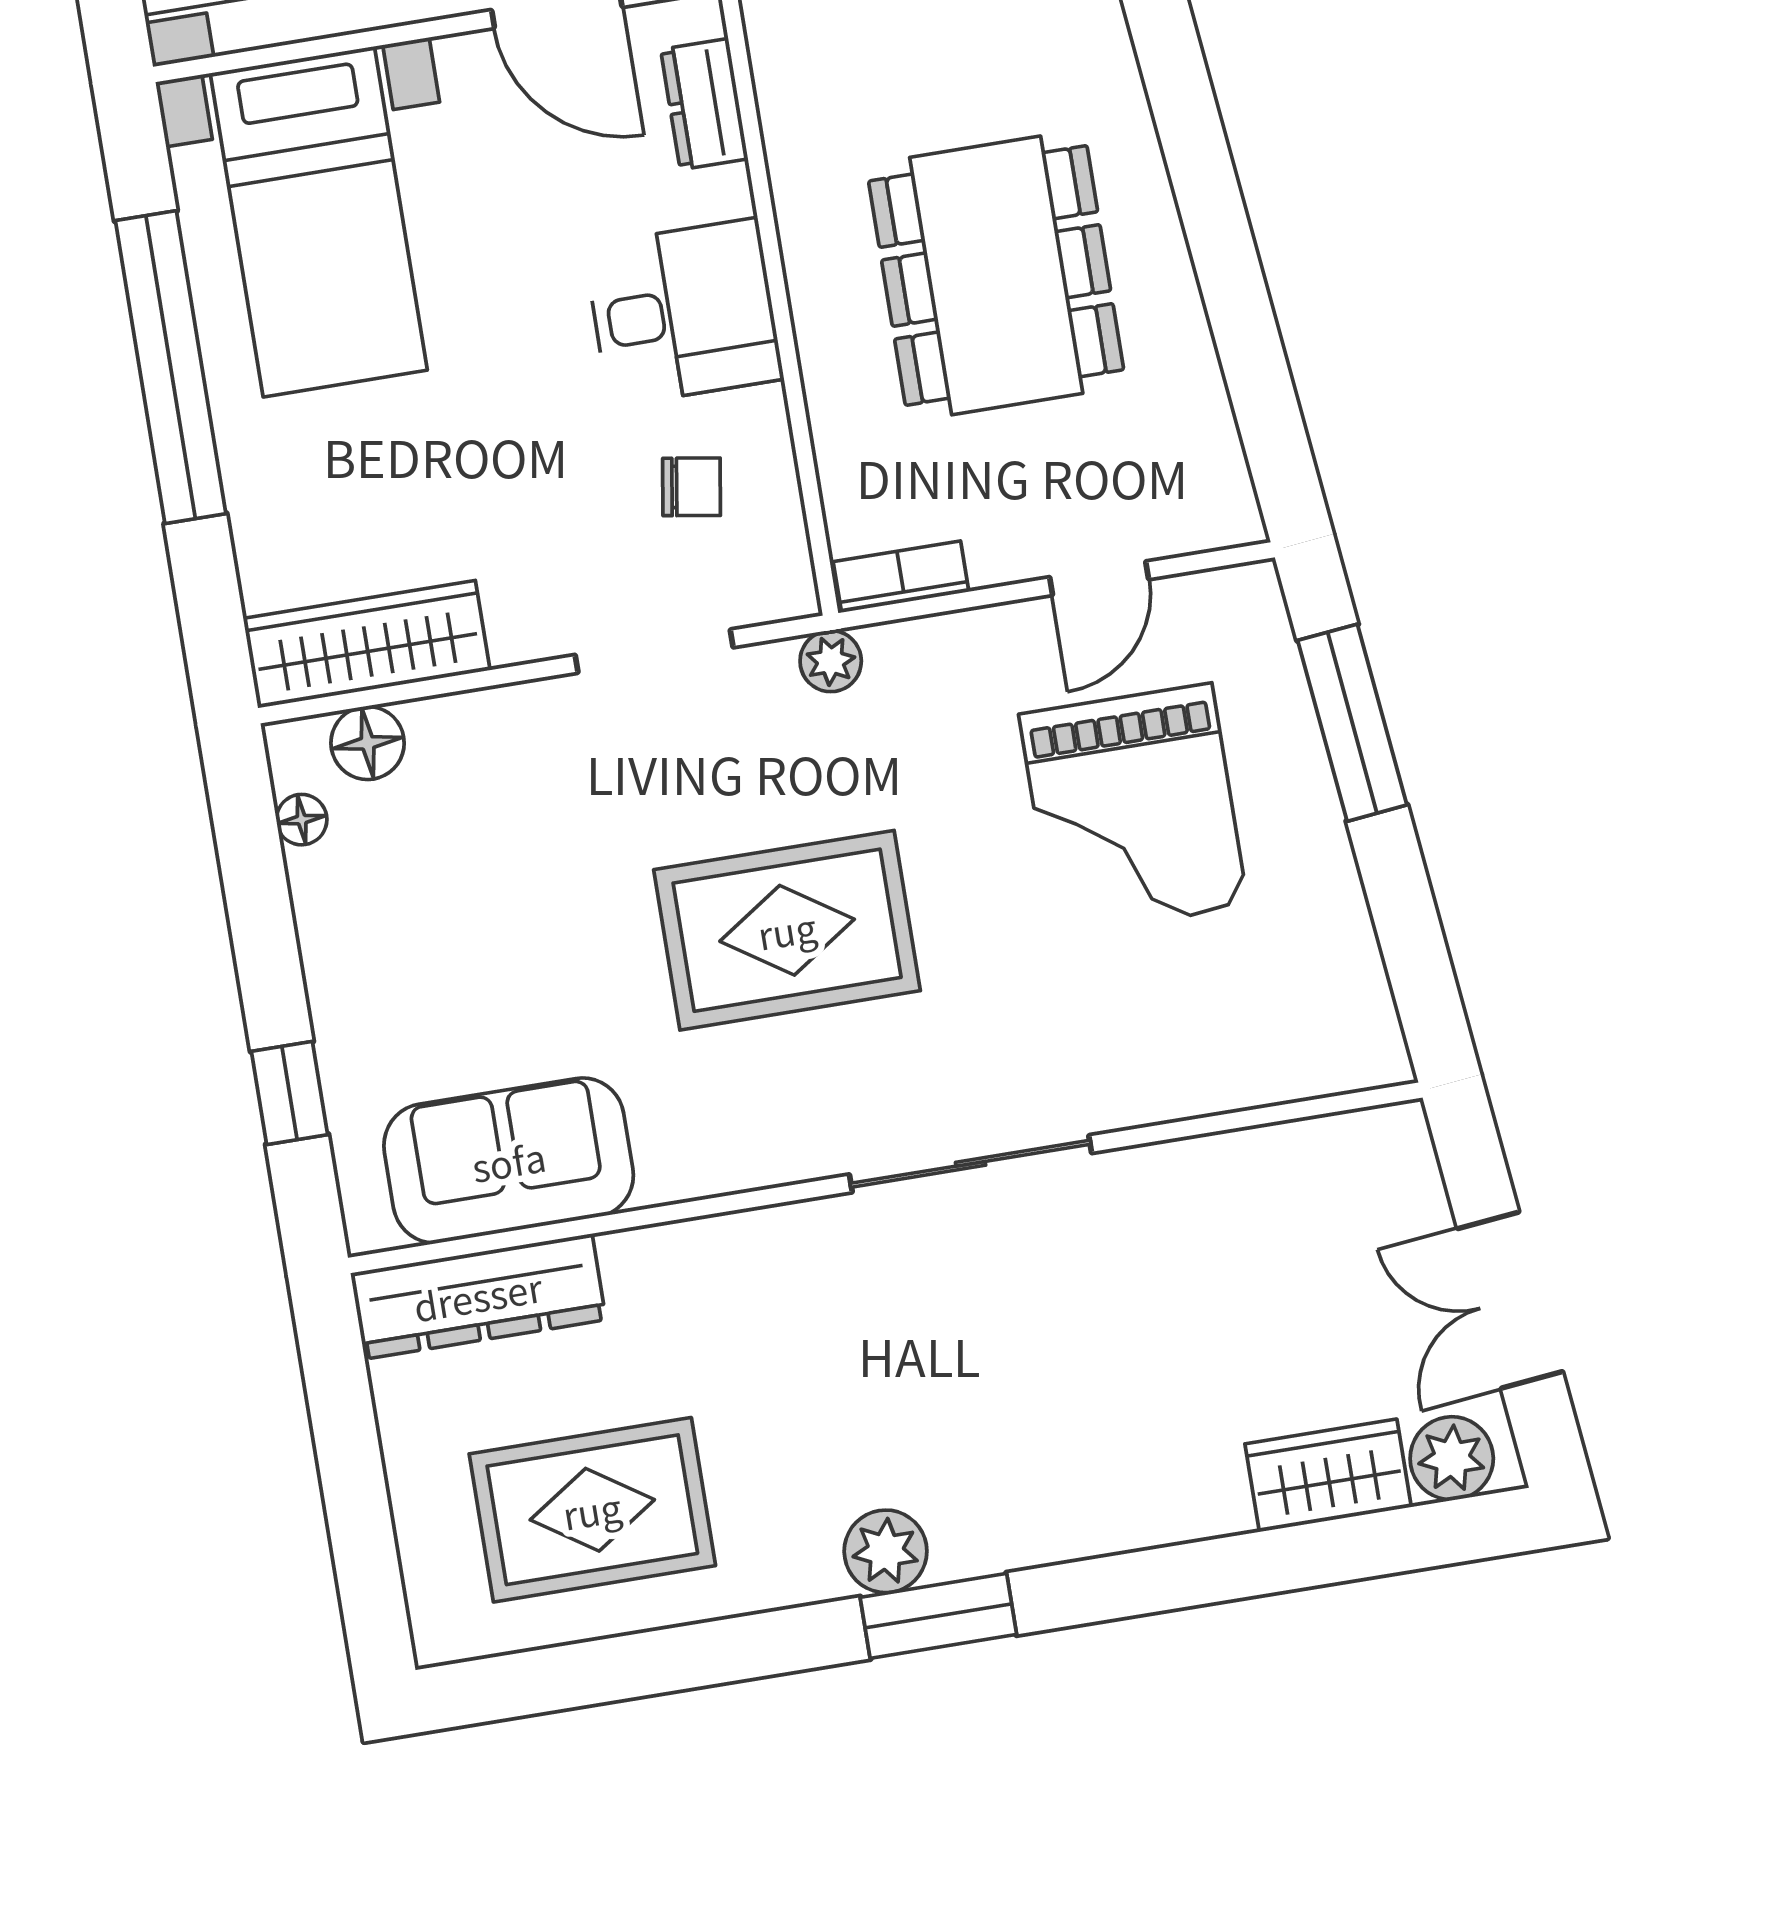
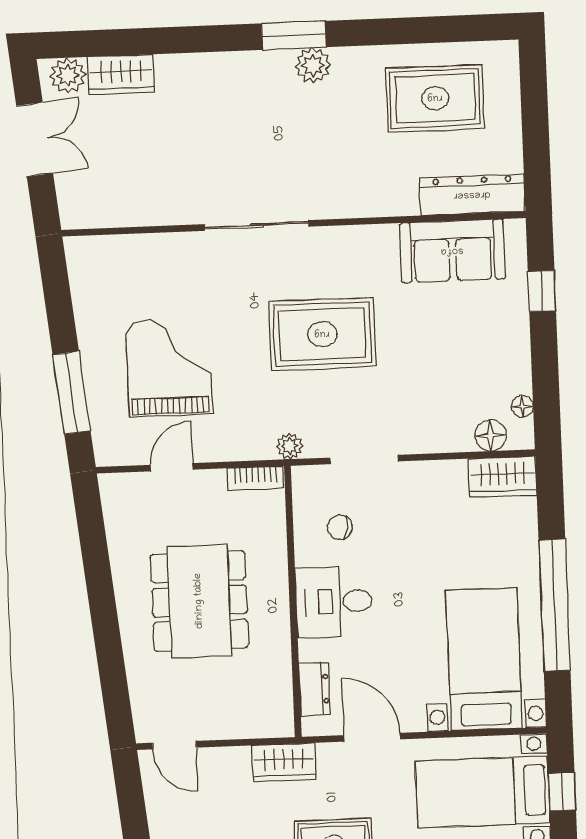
wardrobe: (367, 644) -> (503, 477), width x0.67

